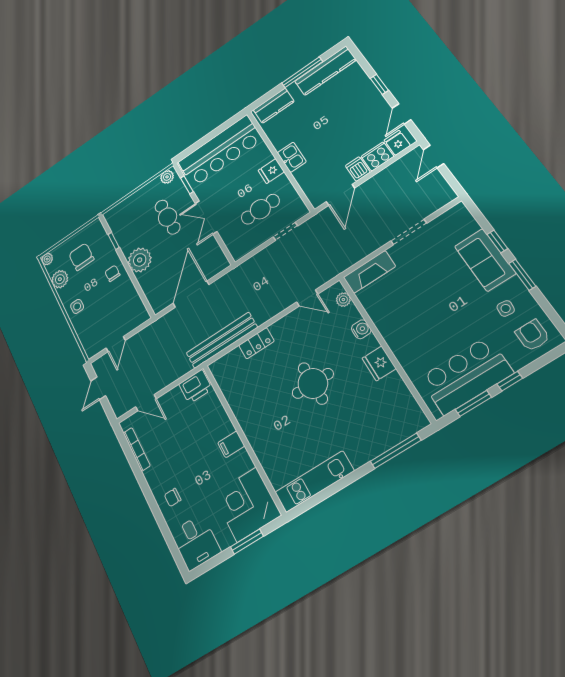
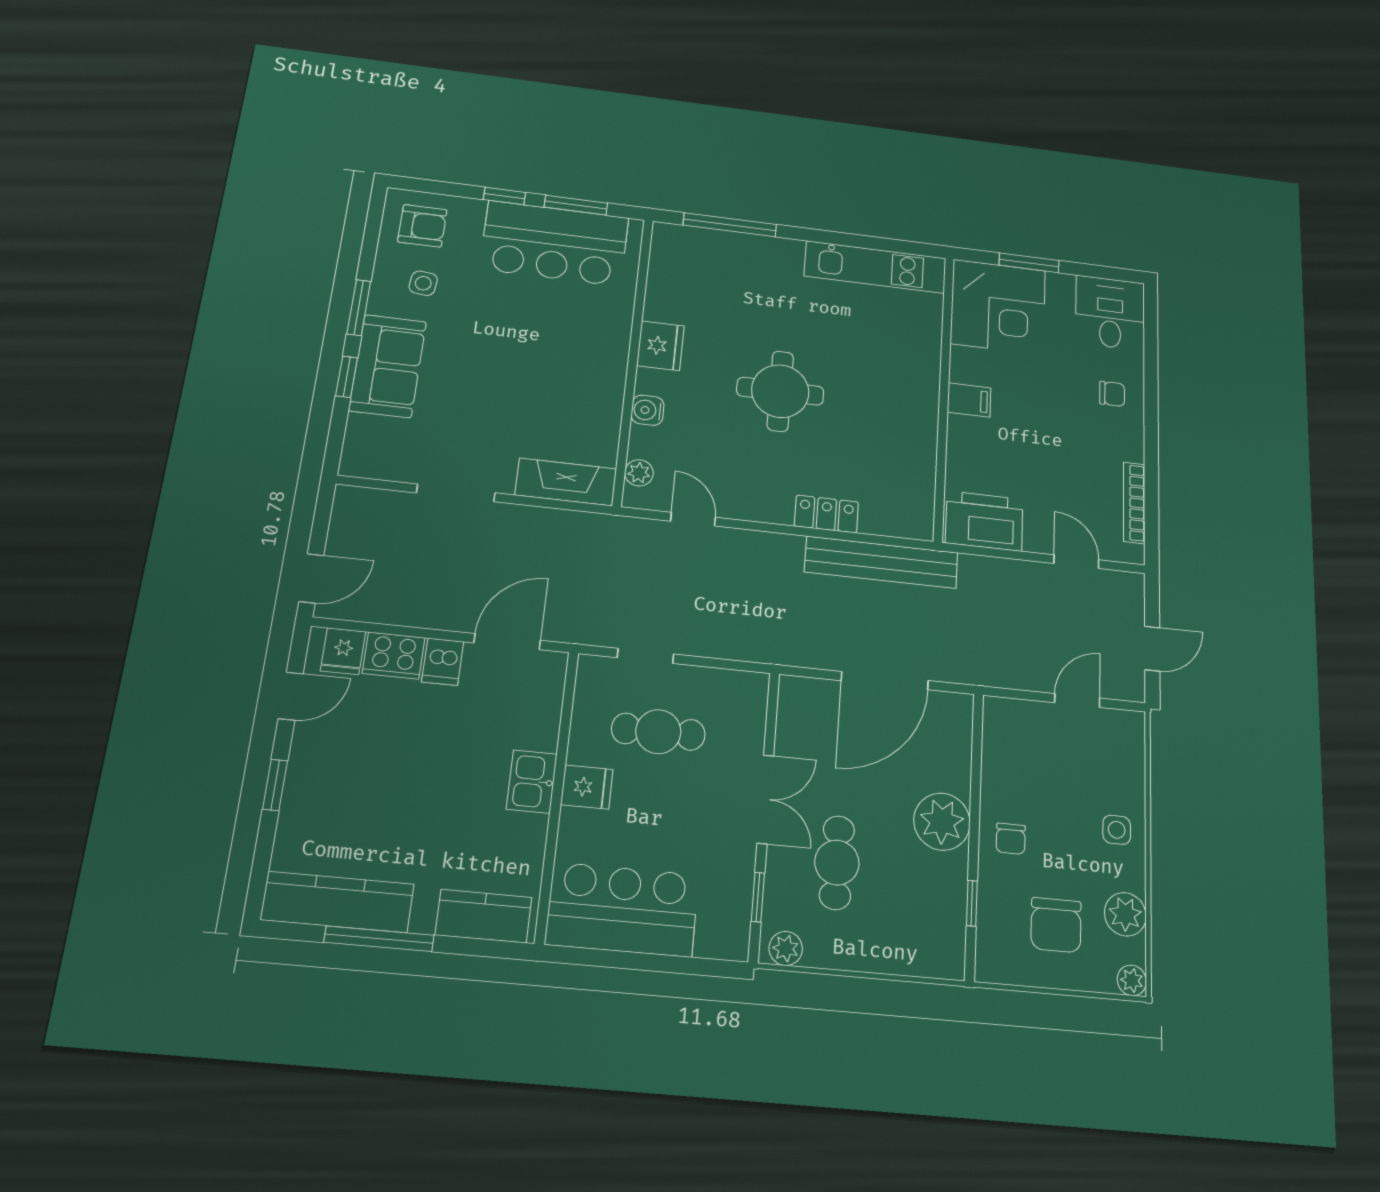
bar counter: (220, 151) -> (622, 909), width x0.73
armchair: (532, 335) -> (422, 226), turned -90
printer: (195, 387) -> (984, 521), width x1.37, depth x1.19

